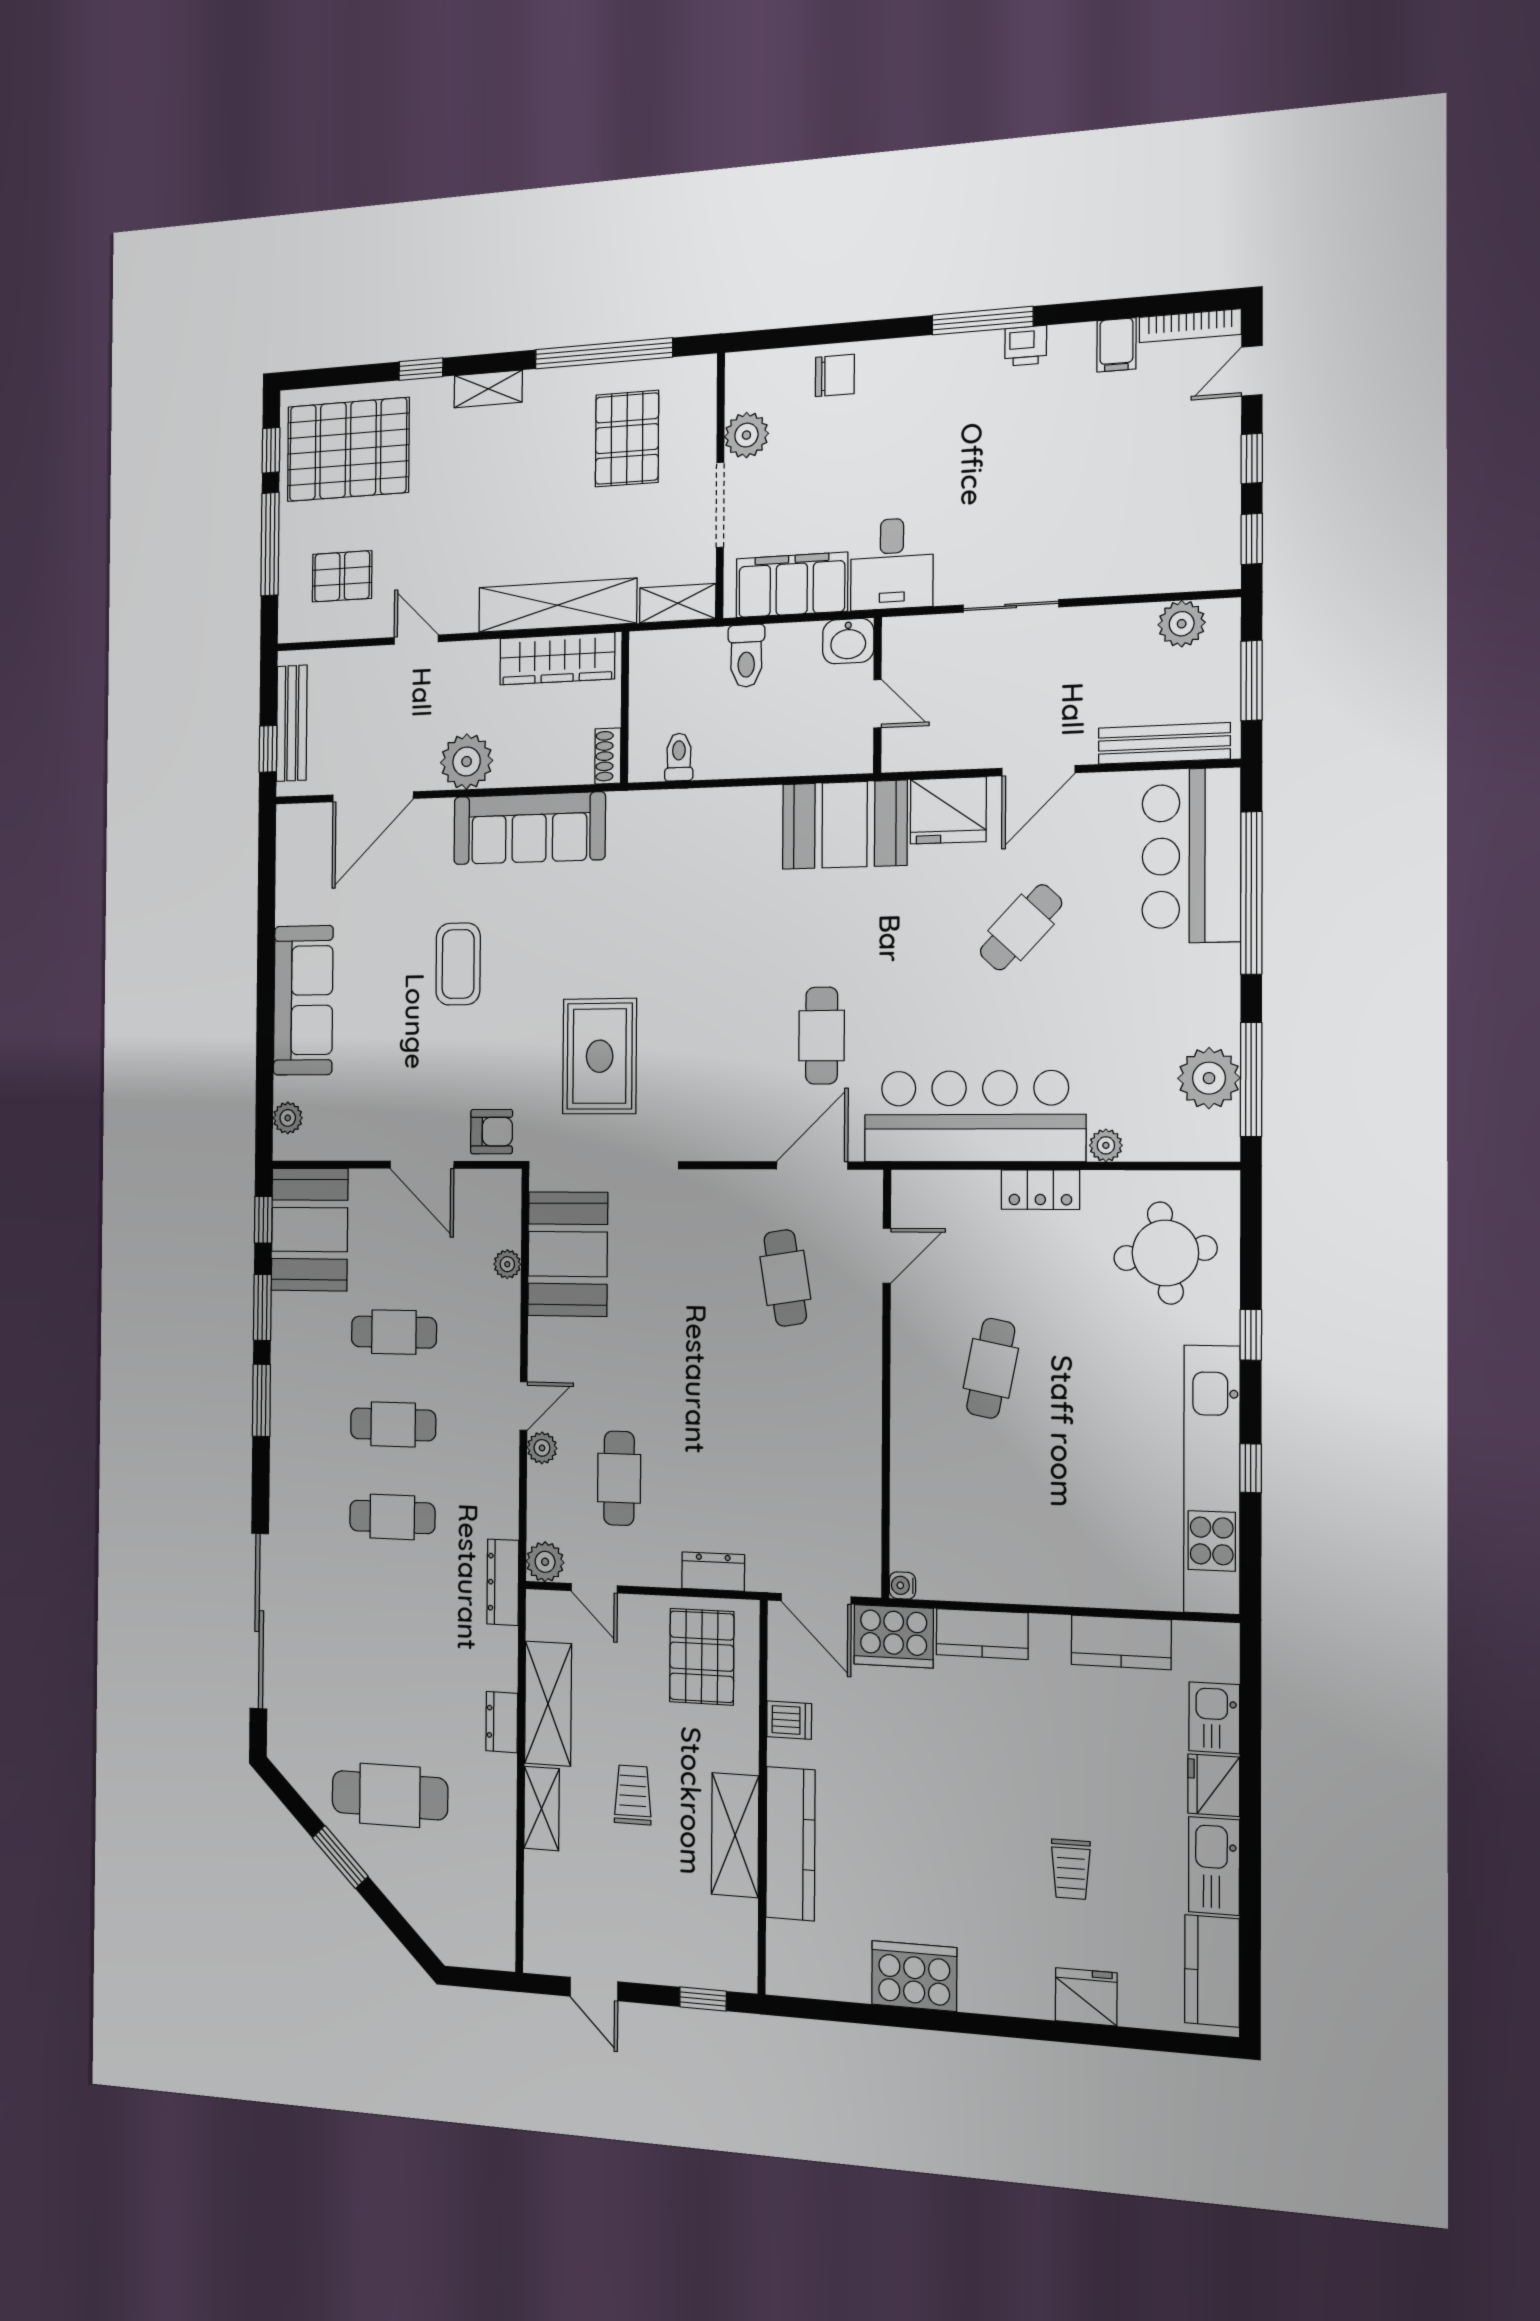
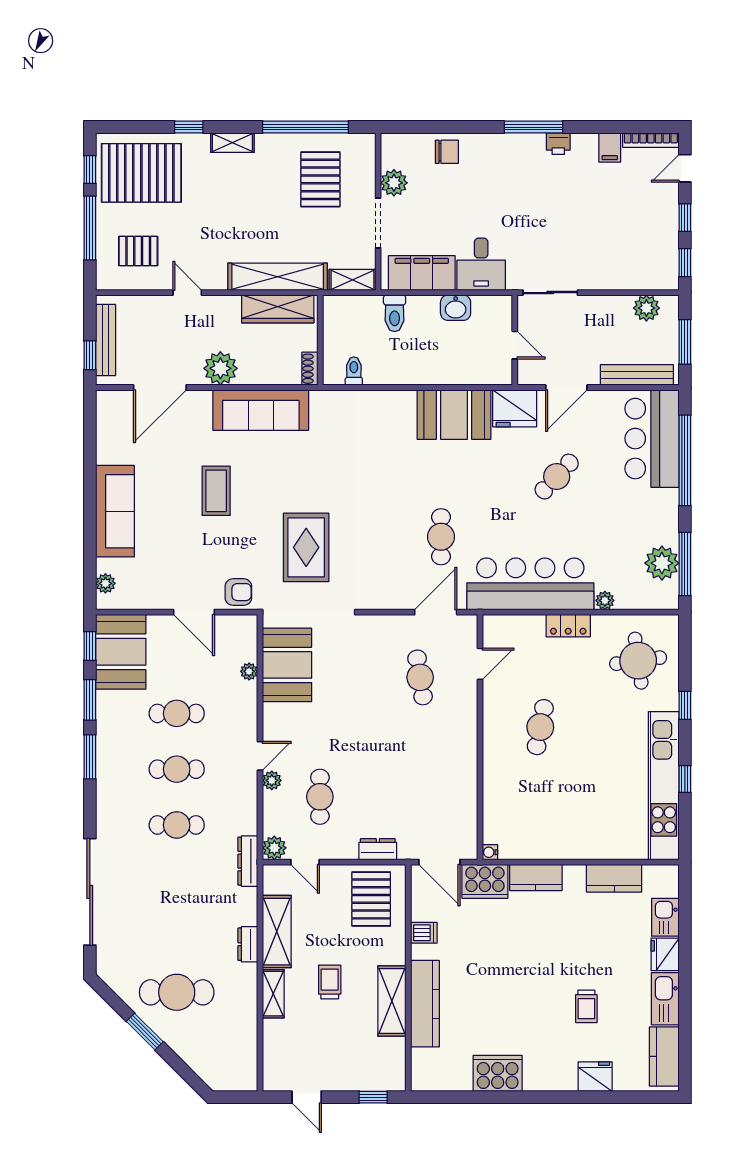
wall: (877, 695) -> (515, 340), moved
door: (877, 704) -> (515, 345), moved

